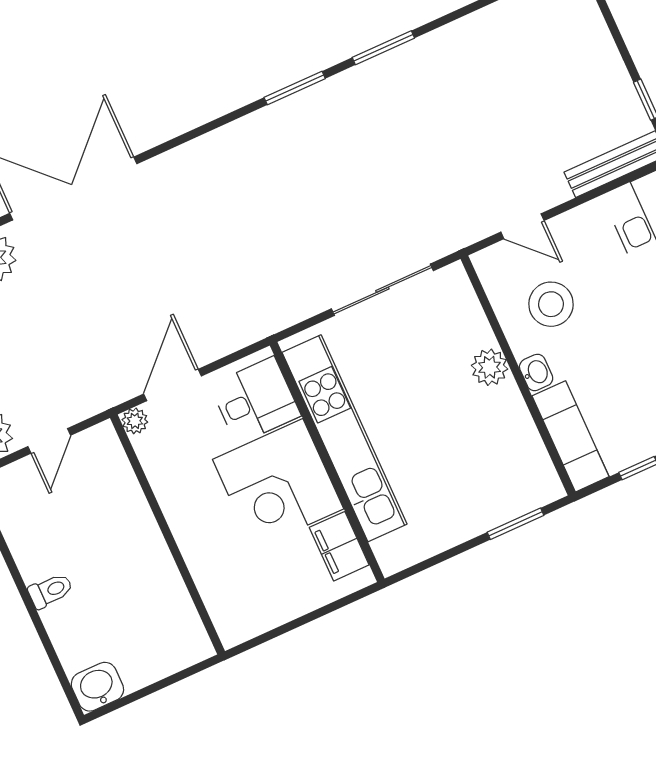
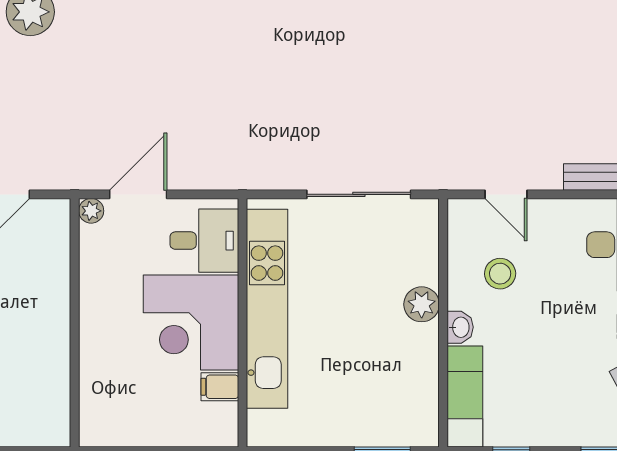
stool: (551, 304) -> (500, 274), width x0.73, depth x0.73
filing cabinet: (339, 546) -> (220, 387), width x0.50

